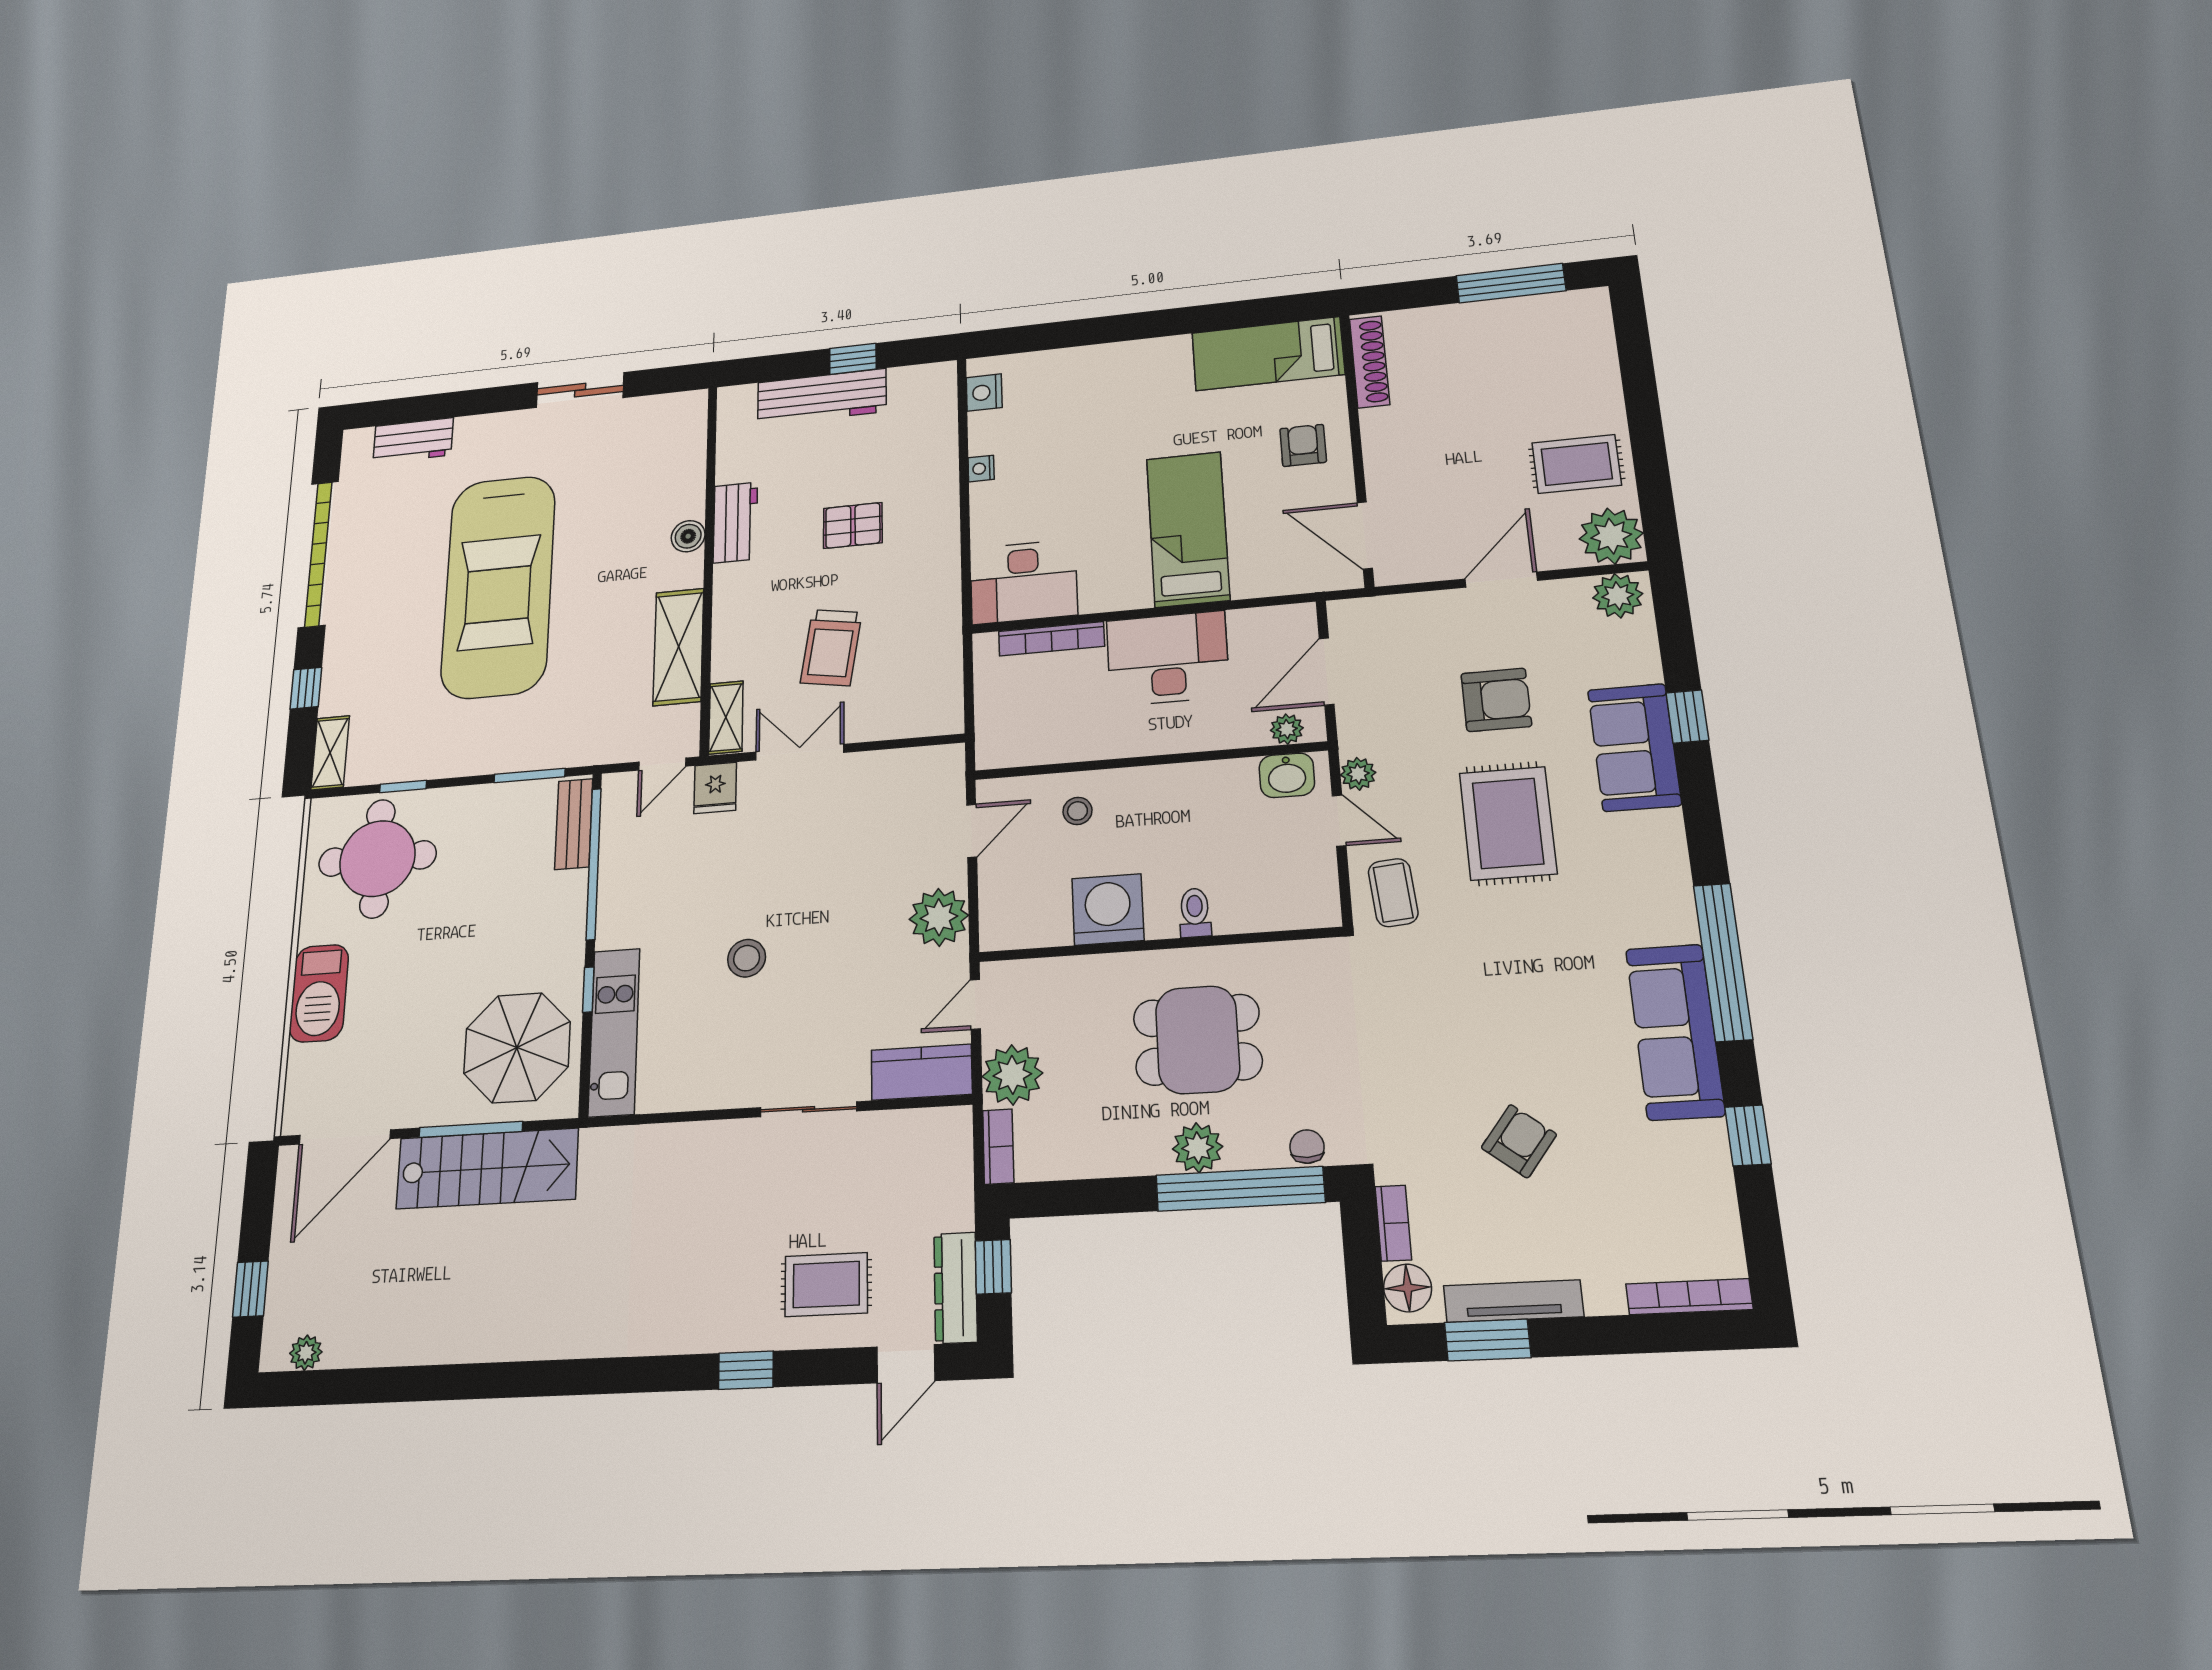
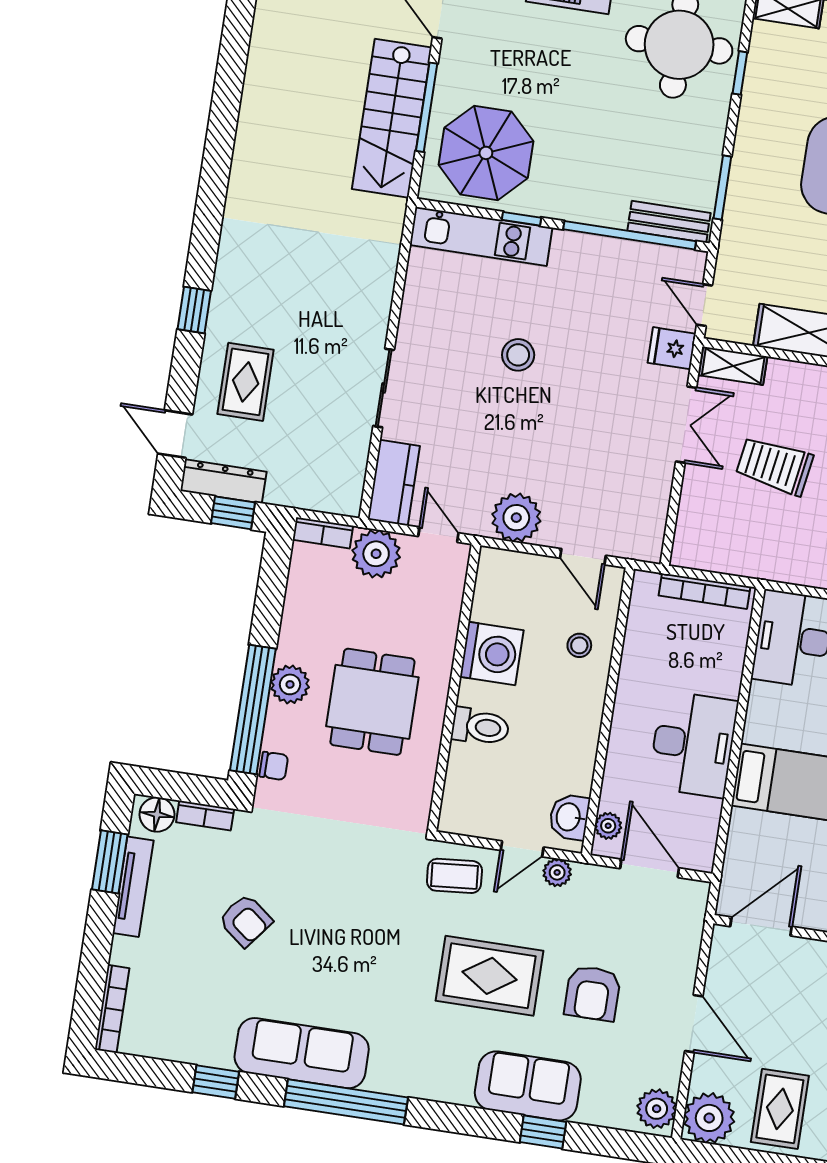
bookcase: (1051, 639) -> (704, 591), moved, turned -90
toilet: (1195, 913) -> (480, 727), width x1.37, depth x1.39

